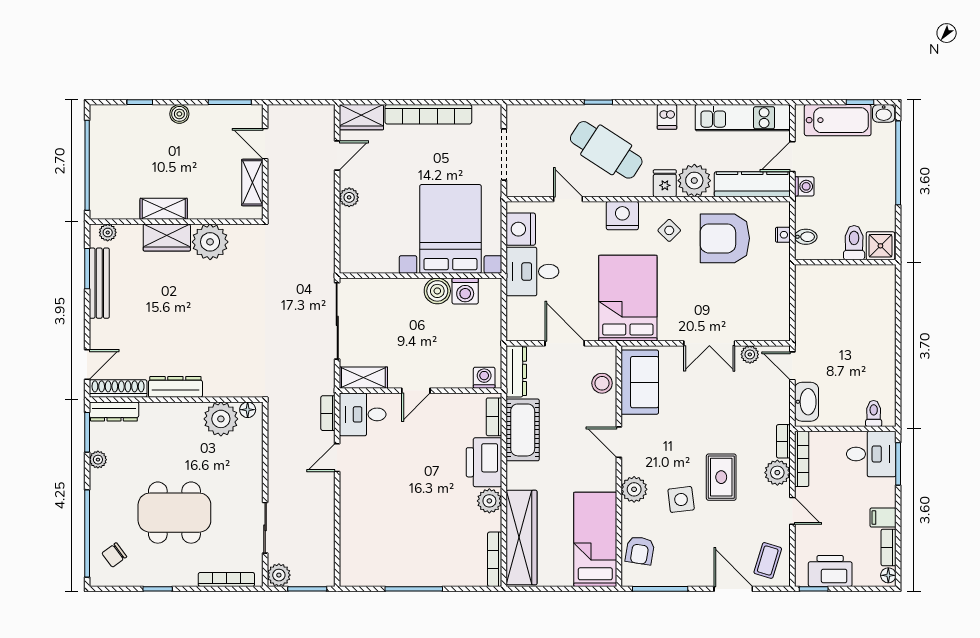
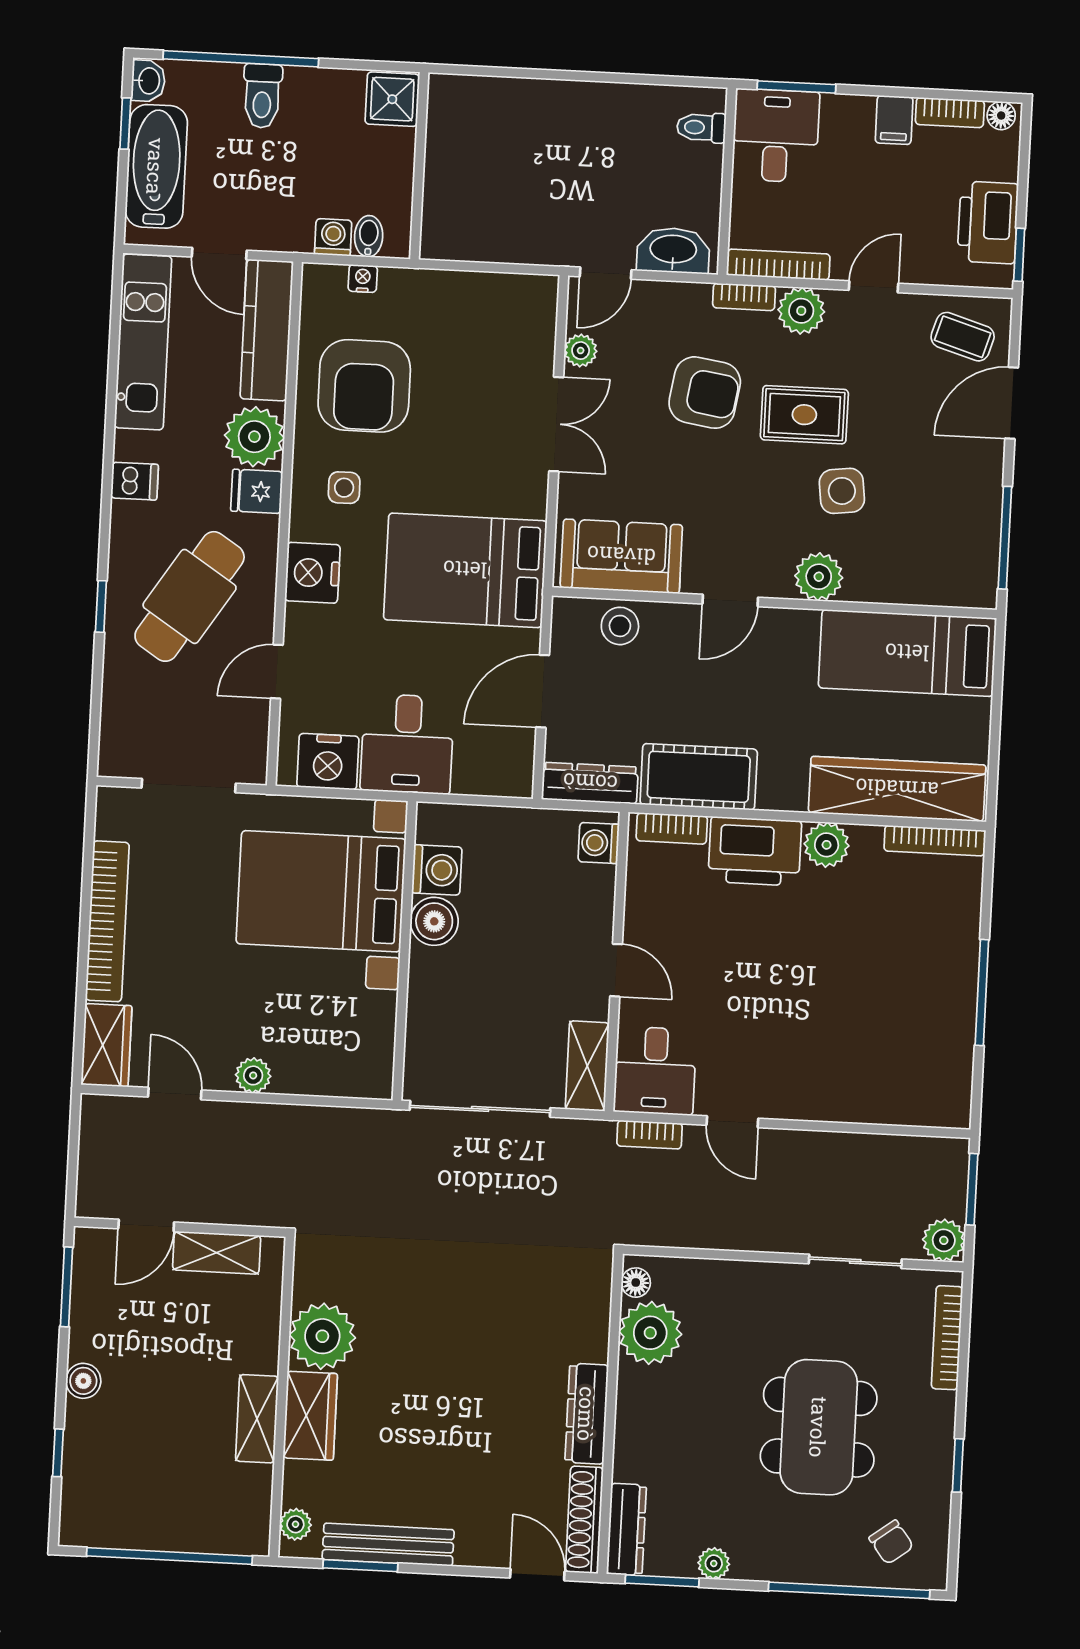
washing machine: (804, 186) -> (333, 237), moved
side table: (669, 230) -> (344, 488), turned 45
toilet: (854, 243) -> (262, 96), moved, turned -90
armchair: (640, 550) -> (705, 393), moved, width x1.38, depth x1.38

